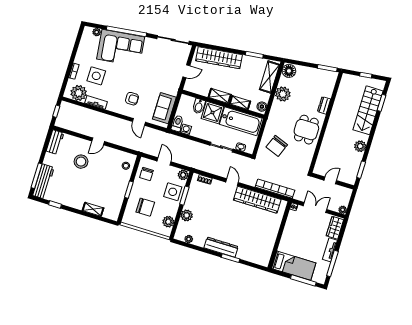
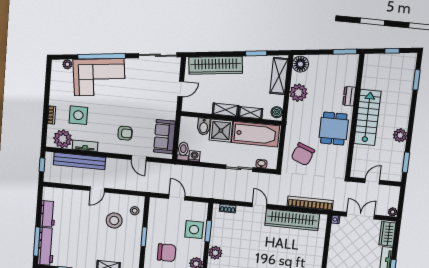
stairs: (368, 110) -> (367, 117), moved, turned 180
bench: (89, 114) -> (80, 161), added
workbench: (55, 142) -> (48, 214), moved
stool: (81, 162) -> (114, 221), moved
chair: (146, 174) -> (160, 215), removed
plant: (183, 175) -> (202, 208), removed

